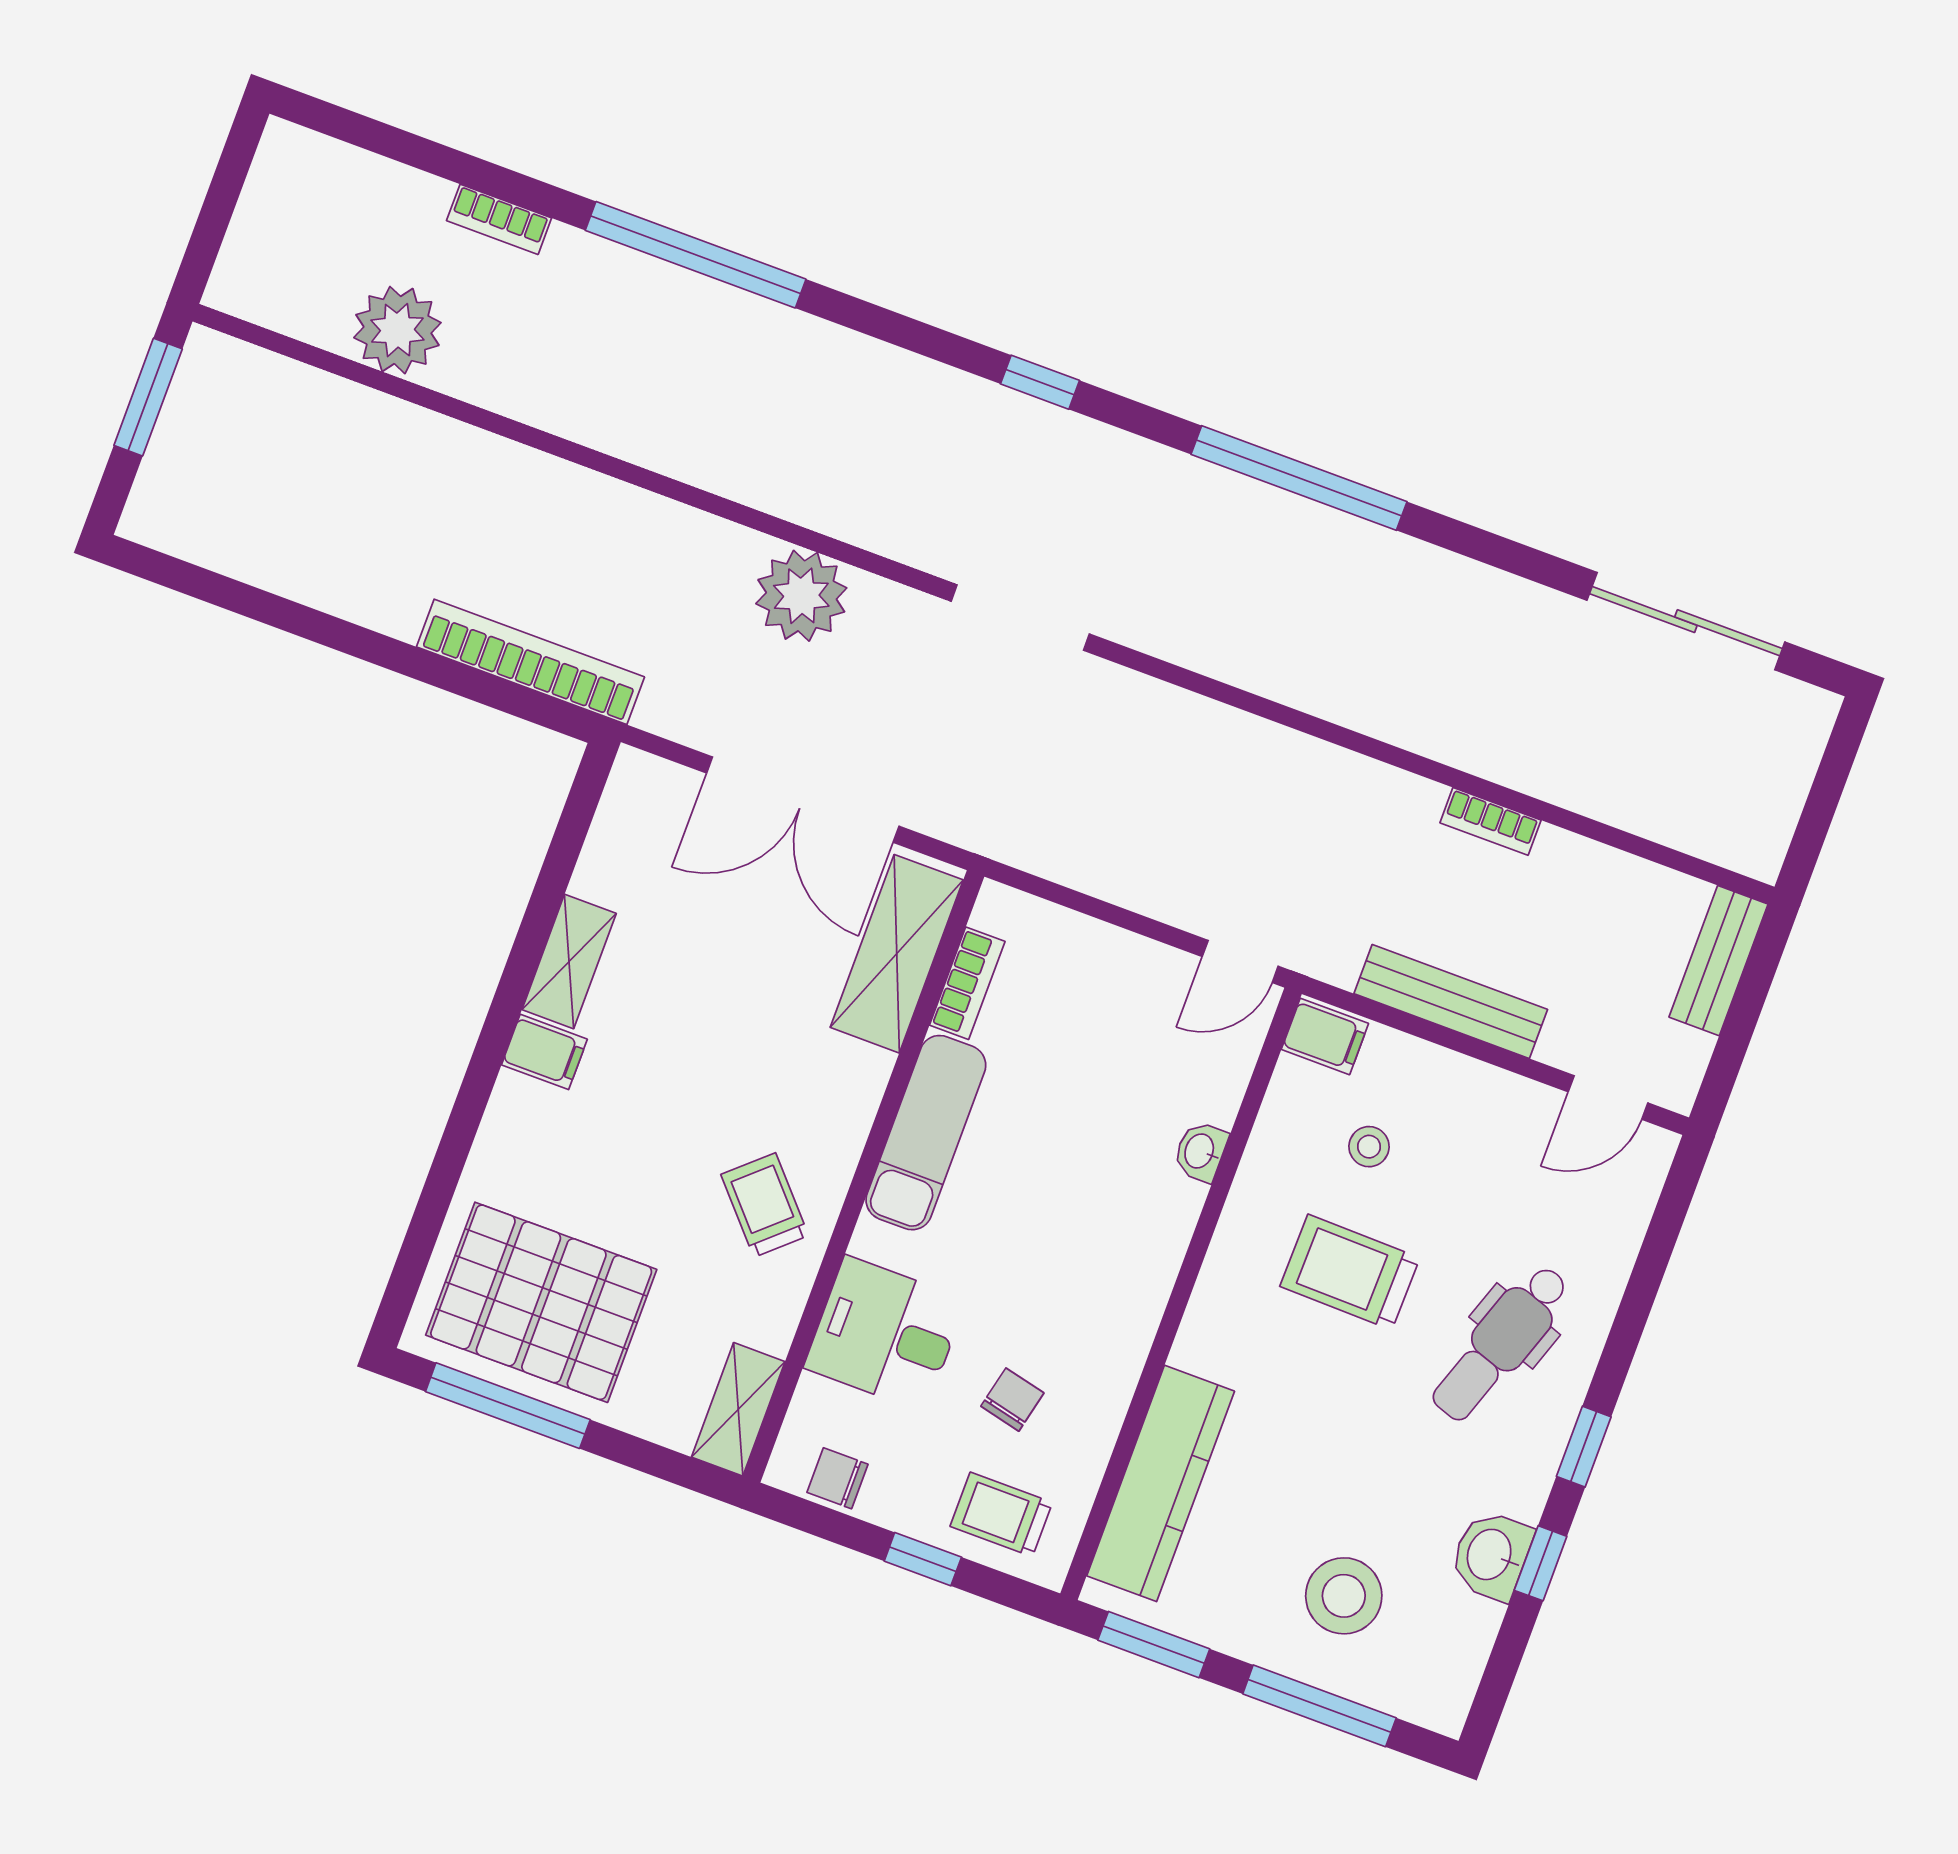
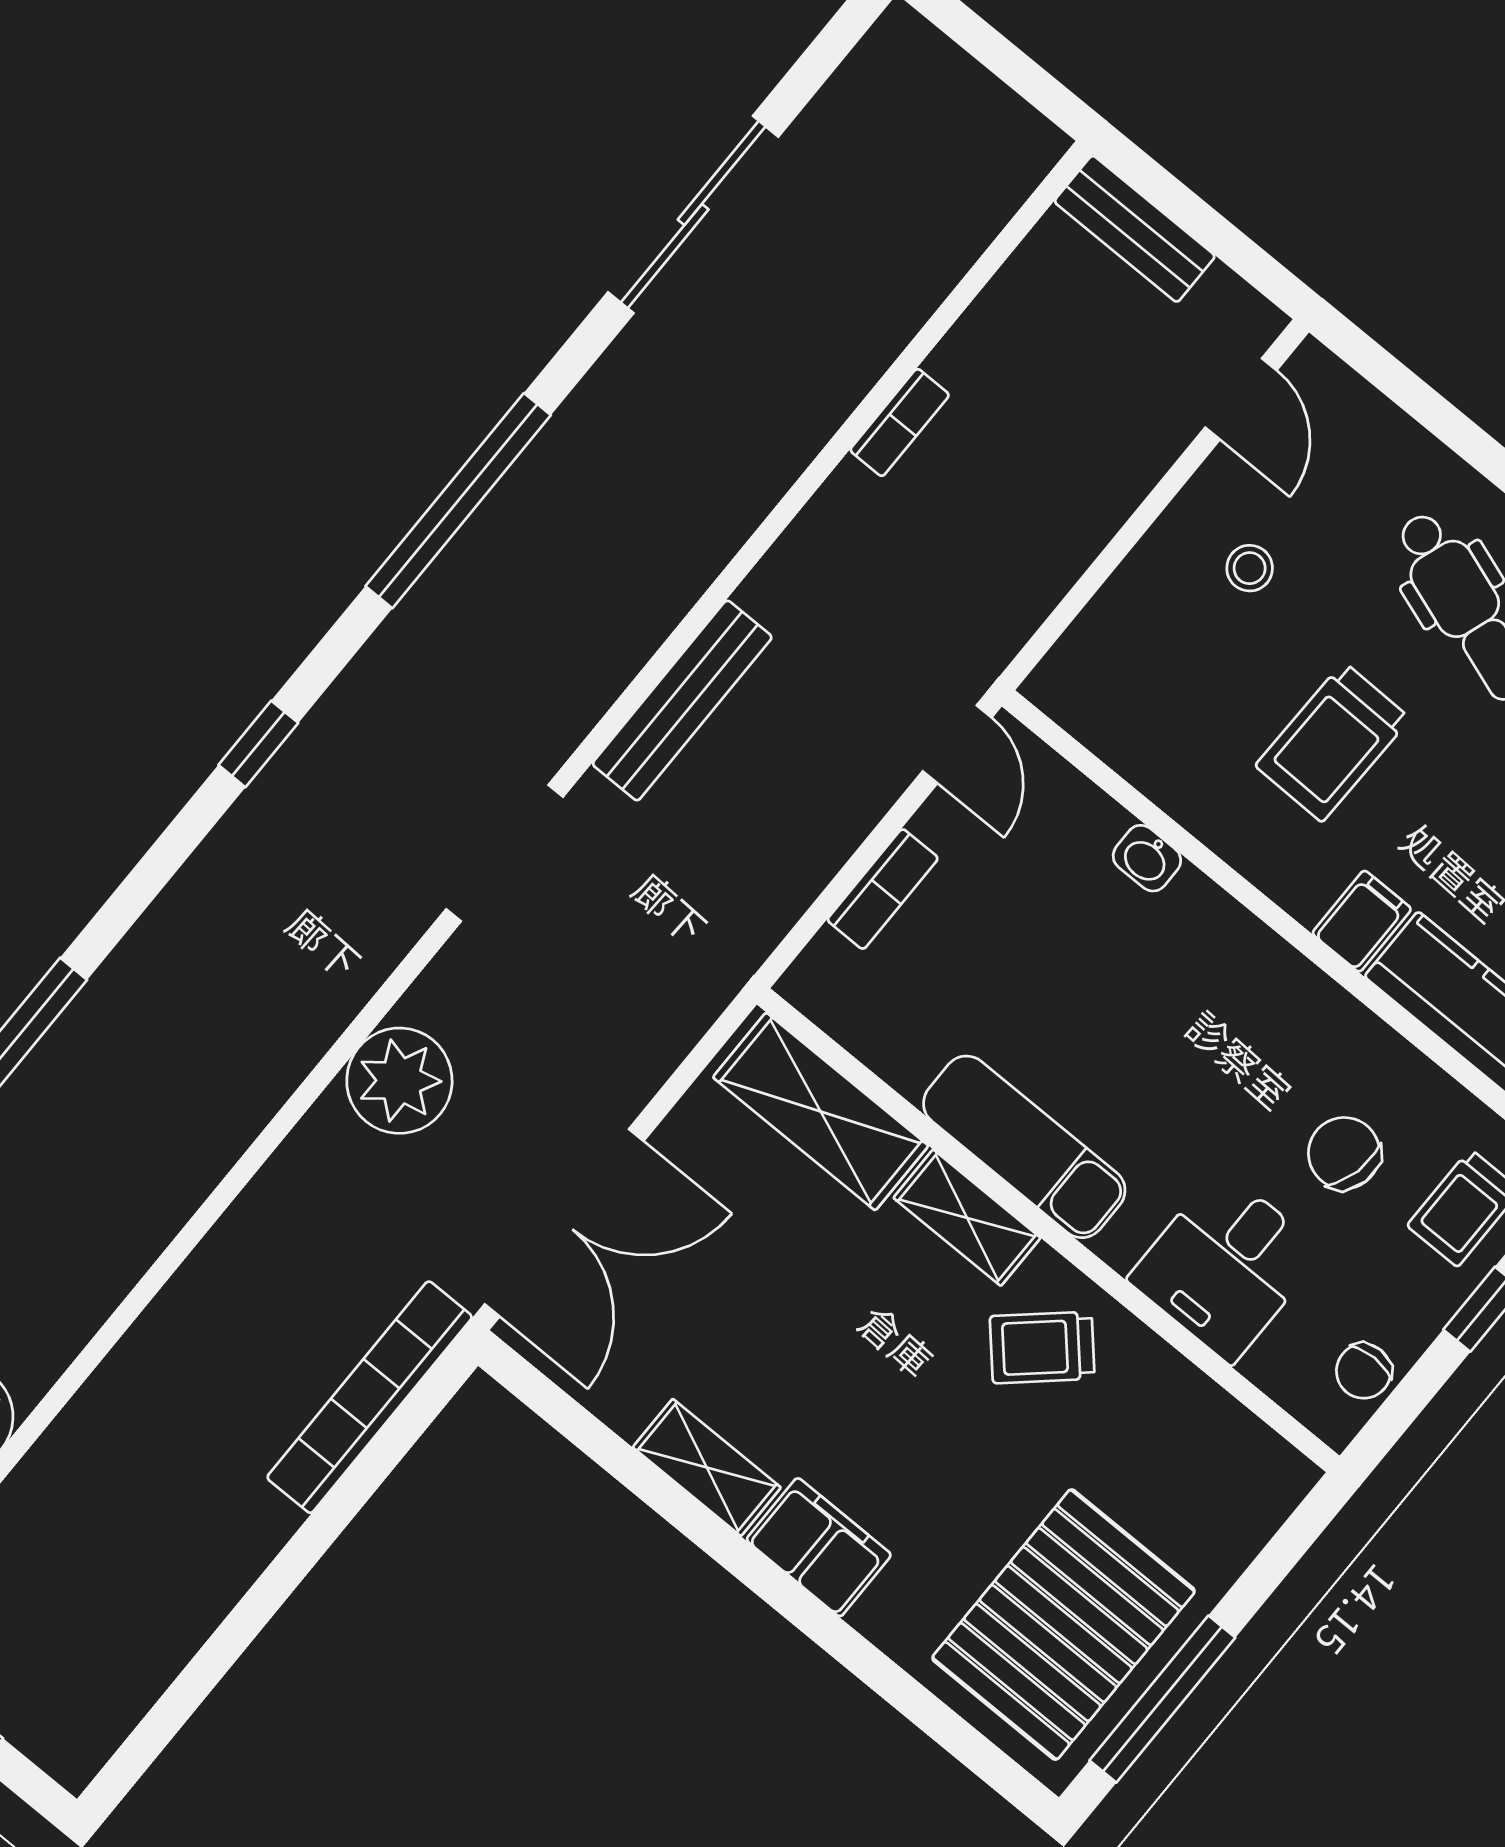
sliding door: (1686, 621) -> (693, 214), moved
double door: (803, 800) -> (564, 1223), moved
bookcase: (967, 983) -> (883, 889), moved, turned 90
bench: (1451, 1002) -> (682, 701), moved
filing cabinet: (1325, 1036) -> (1362, 921), moved
filing cabinet: (544, 1052) -> (819, 1547), width x2.00
stool: (1369, 1147) -> (1250, 568), moved
chair: (1012, 1400) -> (1344, 1153), width x1.37, depth x1.37
shelving: (738, 1409) -> (967, 1218), moved

